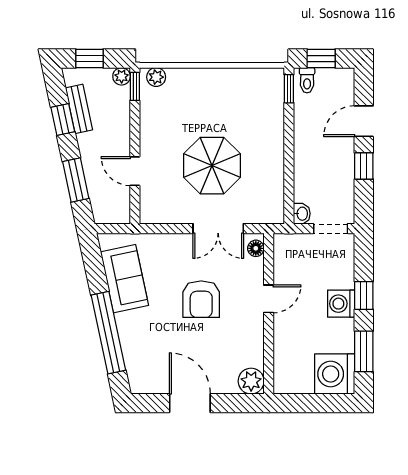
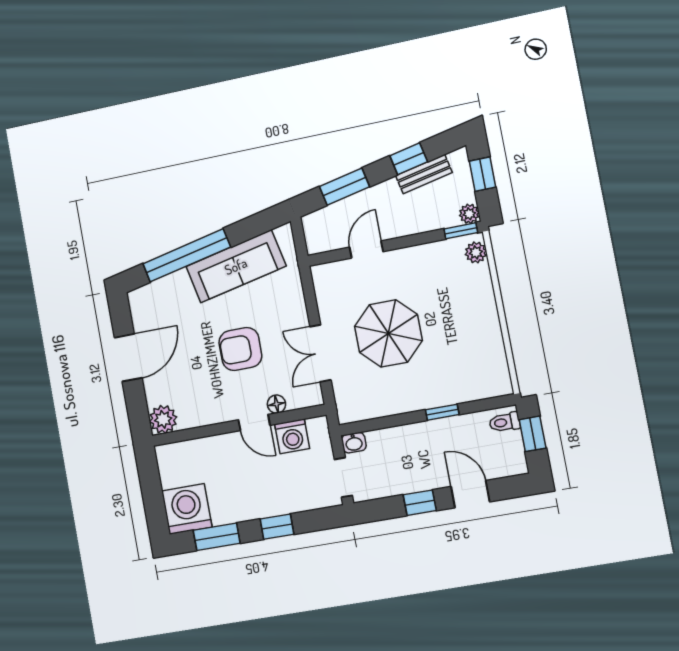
window: (289, 89) -> (442, 412), moved
floor lamp: (256, 248) -> (276, 404), moved
sofa: (124, 279) -> (236, 266), width x1.36
washing machine: (341, 304) -> (292, 436), moved, turned 180

